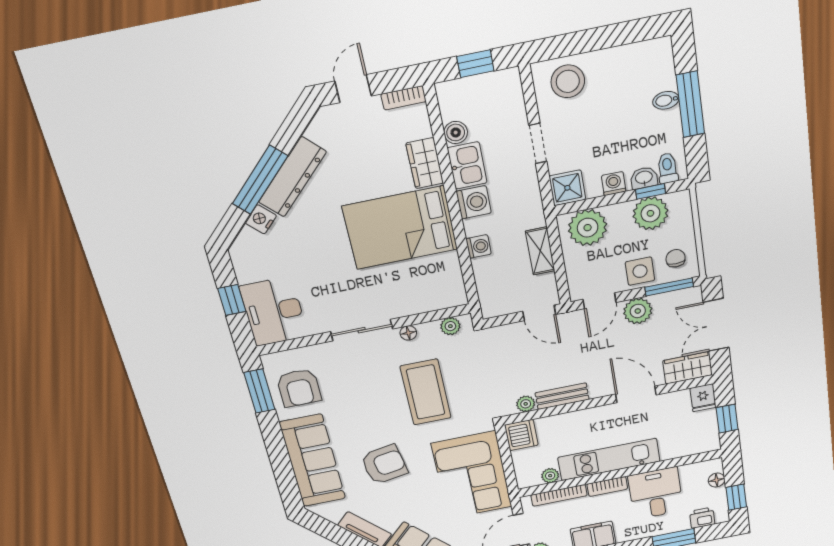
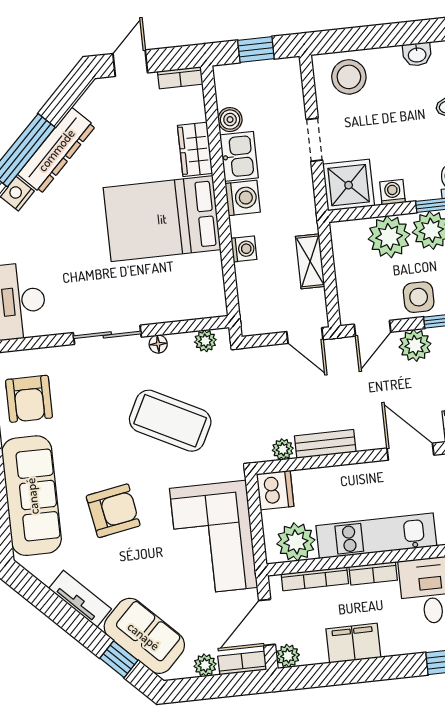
washbasin: (644, 178) -> (417, 54), moved, turned 180
shower: (567, 188) -> (349, 185), width x1.36, depth x1.36
plant: (588, 228) -> (389, 237), moved
coffee table: (426, 392) -> (170, 421), turned -63
plant: (550, 476) -> (296, 542), width x1.88, depth x1.88

